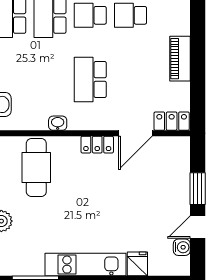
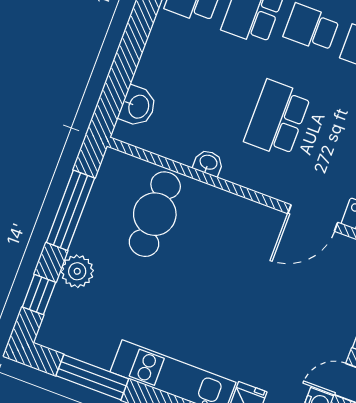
locker: (97, 145) -> (253, 214), removed

